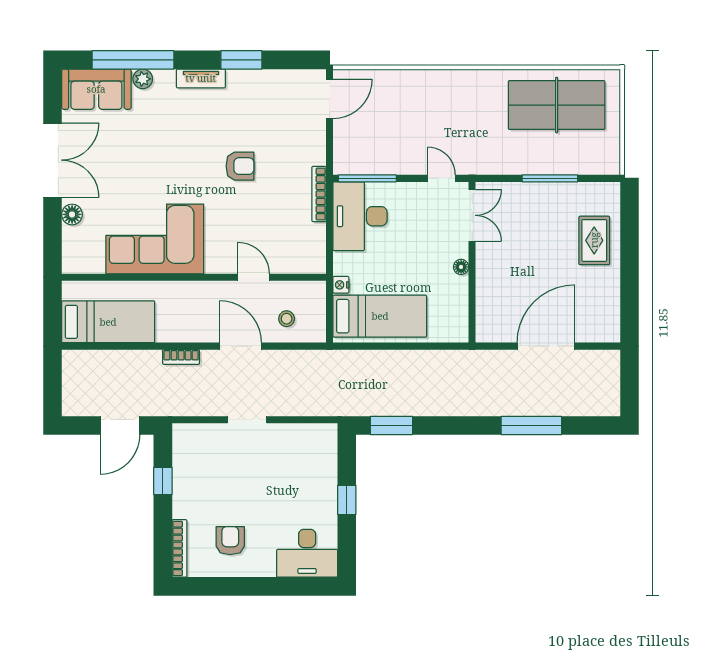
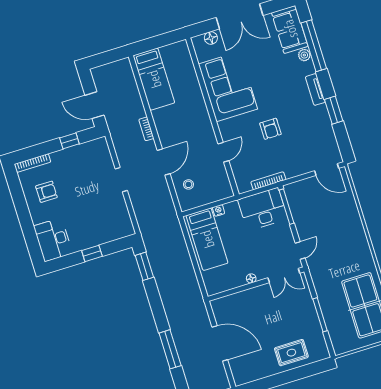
corner sofa: (155, 239) -> (228, 87), moved
wall: (194, 277) -> (212, 117), moved
door: (254, 277) -> (223, 152), moved

